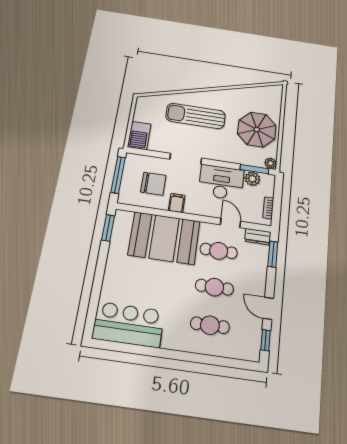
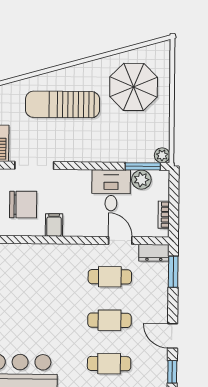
parasol: (257, 130) -> (134, 87), moved
doorway: (186, 159) -> (34, 165), moved
desk: (221, 182) -> (111, 190), width x0.73
booth: (164, 238) -> (45, 270), removed

